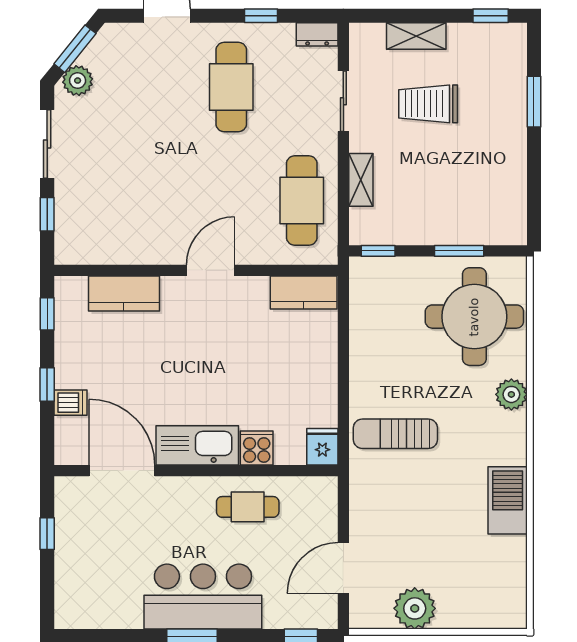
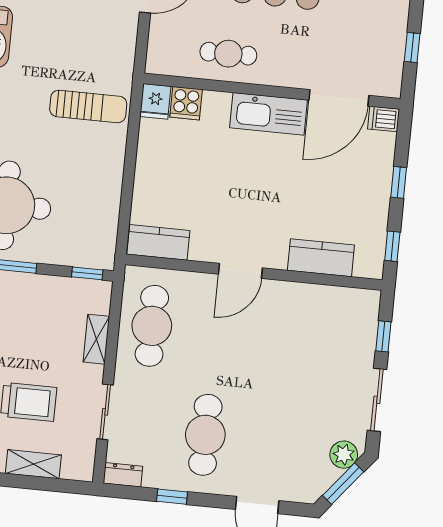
dishwasher: (70, 403) -> (384, 119), moved
cooker: (257, 448) -> (186, 103), moved
door: (122, 471) -> (339, 98), hinge flipped

